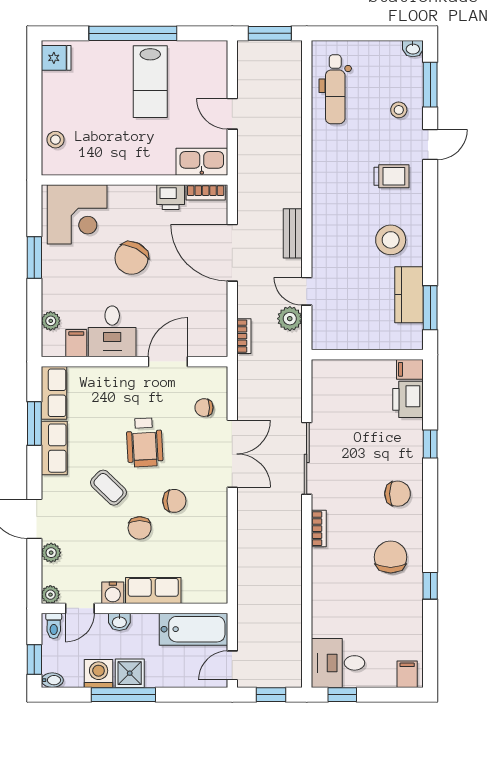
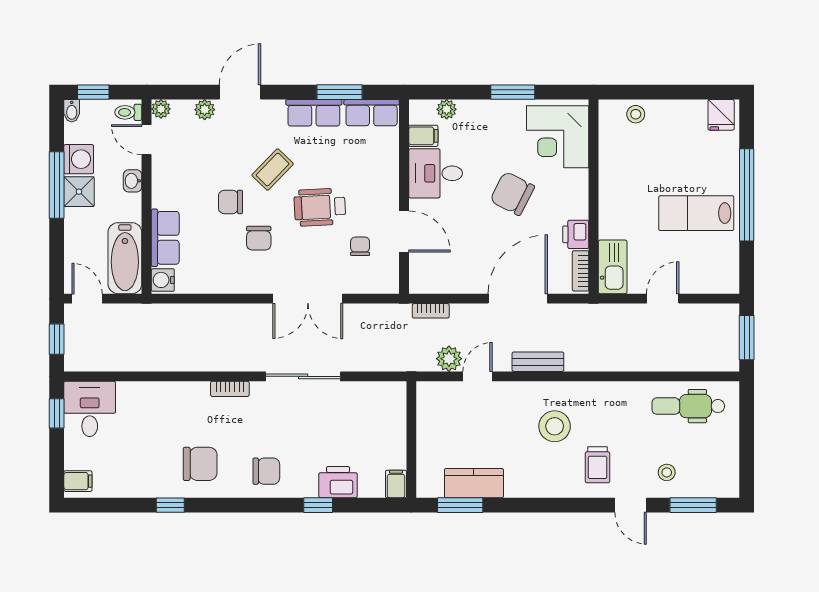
washbasin: (413, 49) -> (731, 487), removed
stool: (391, 240) -> (555, 426), moved
printer: (408, 399) -> (338, 482), moved
chair: (204, 408) -> (360, 246), moved
chair: (398, 494) -> (266, 471), turned -90
row of seats: (153, 591) -> (165, 238), moved
water cooler: (113, 593) -> (163, 280), moved

